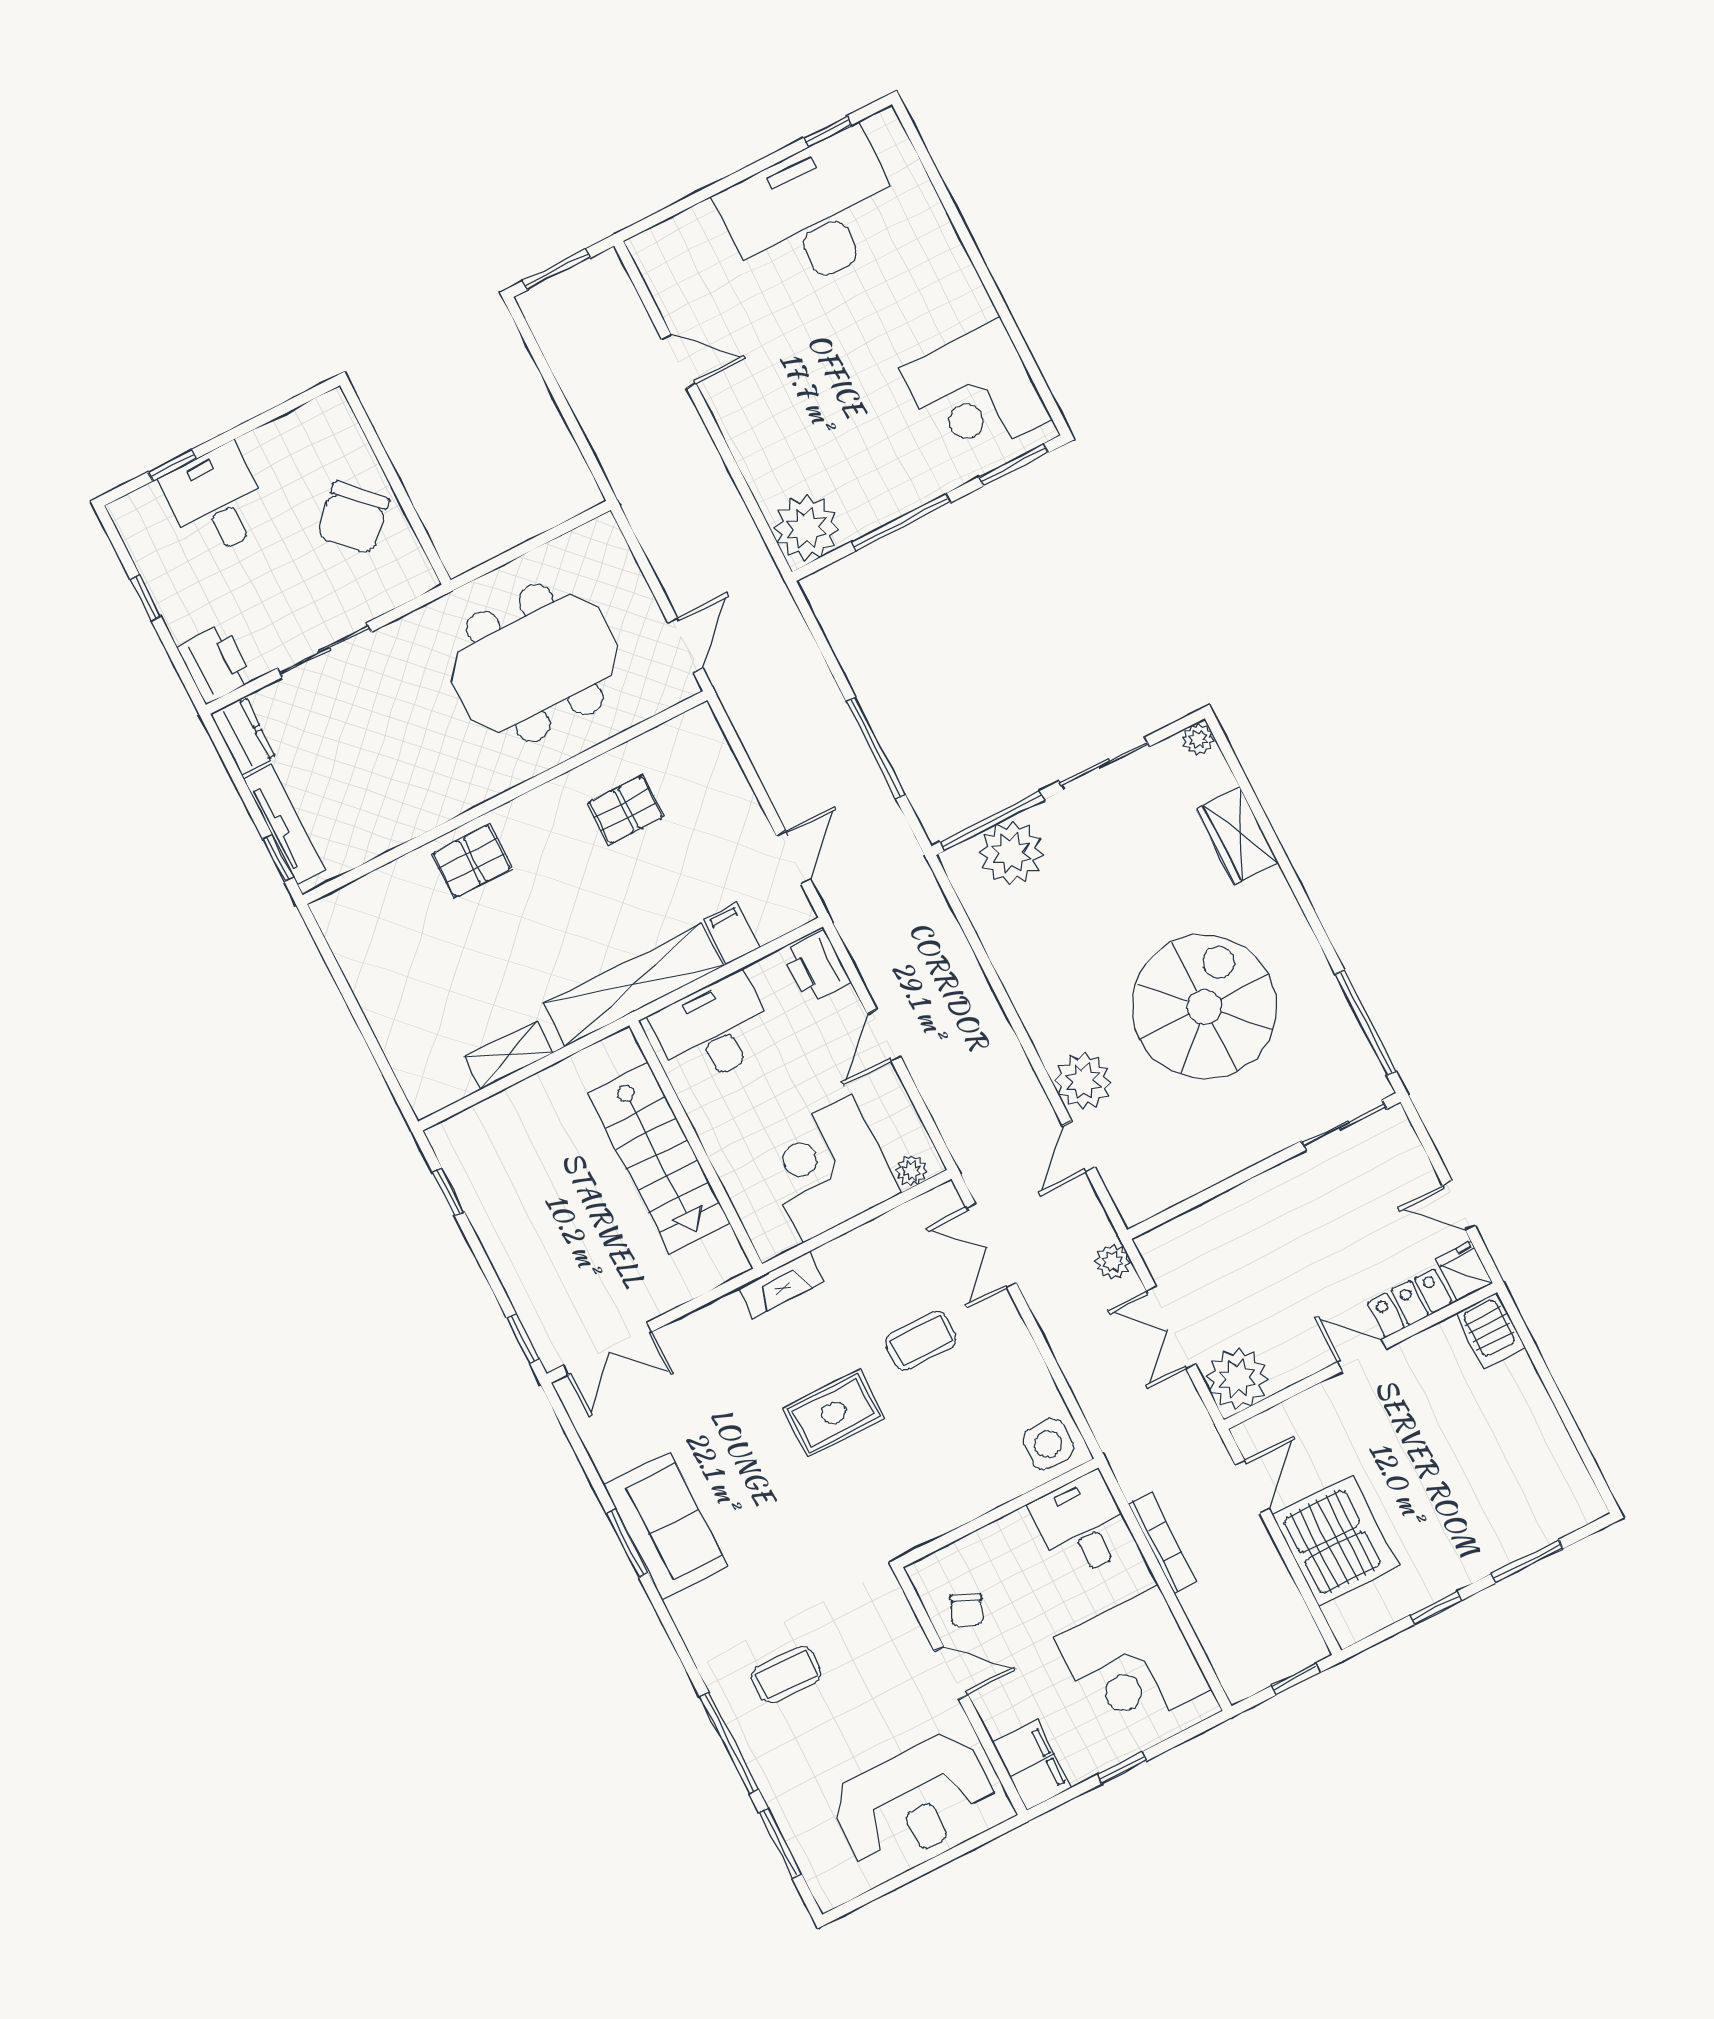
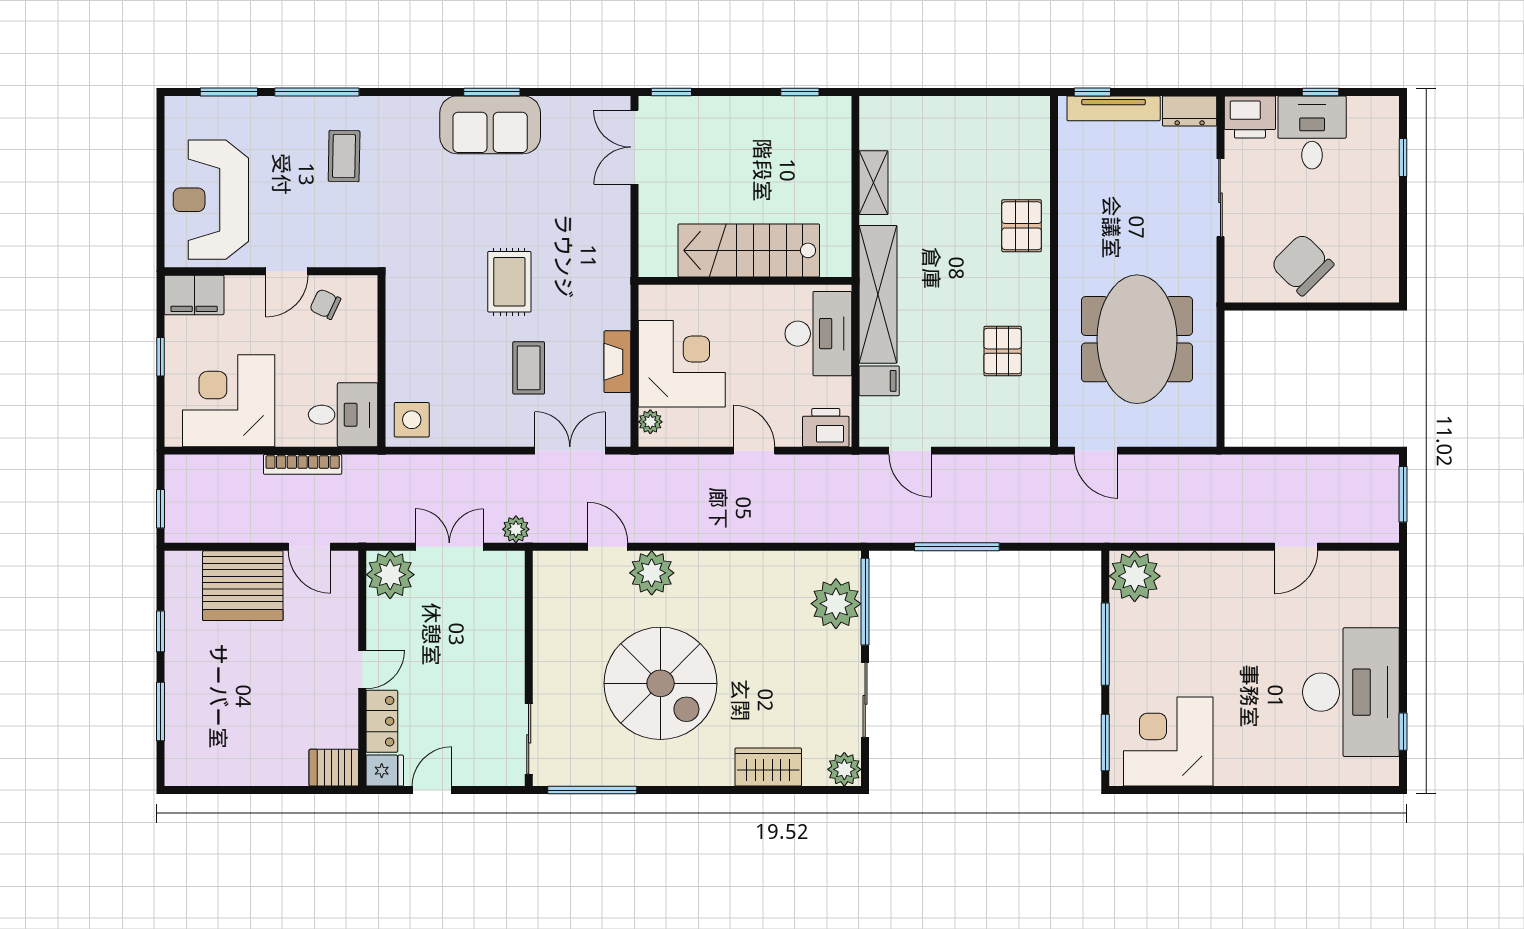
desk: (216, 501) -> (1312, 132), moved, turned -90
plant: (1198, 739) -> (844, 769), width x1.38, depth x1.38
fireplace: (781, 1284) -> (617, 362), moved

